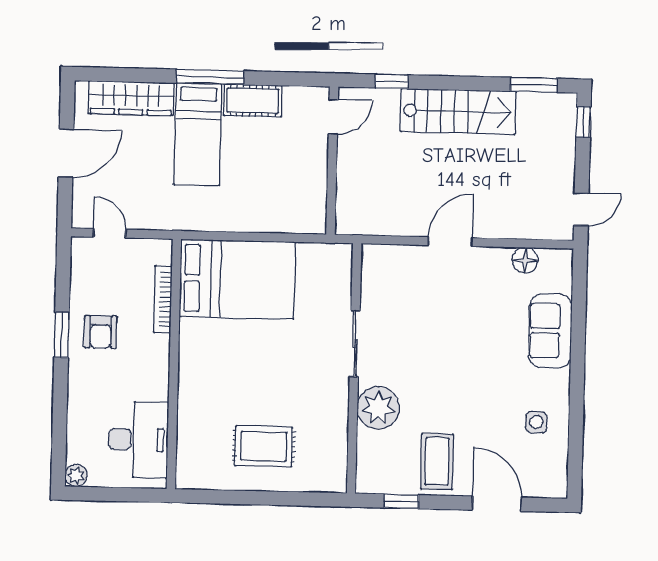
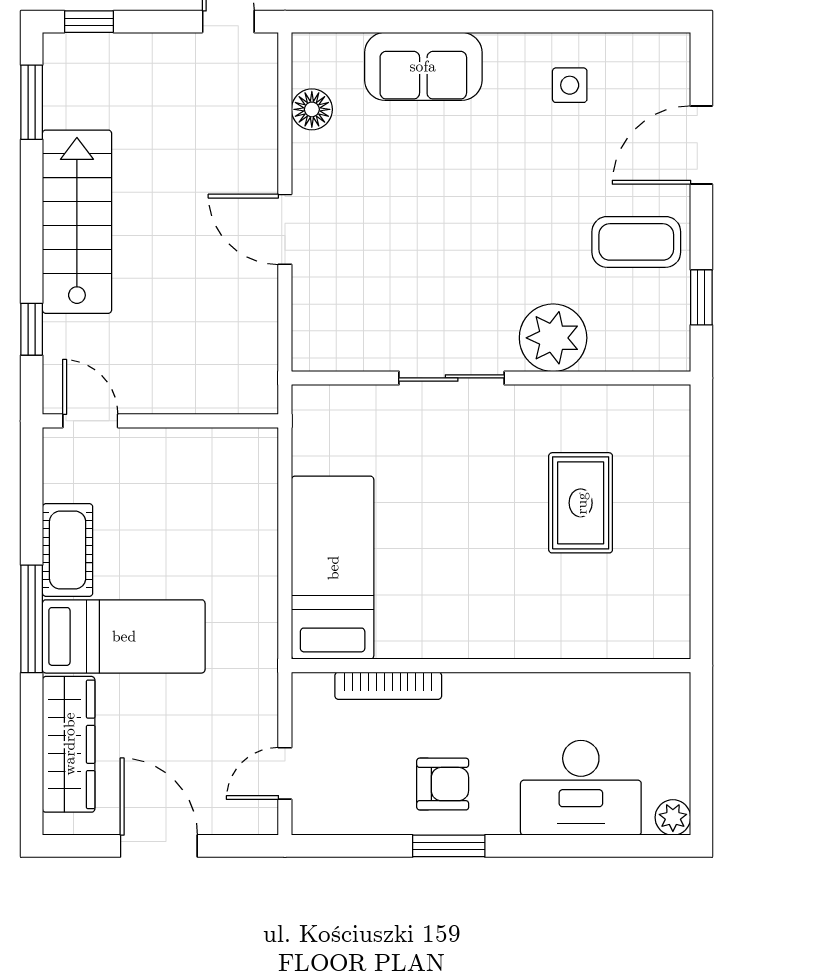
bed: (237, 279) -> (333, 568), width x0.67
desk: (138, 440) -> (581, 788), moved, turned 180
rug: (264, 446) -> (581, 503), moved

